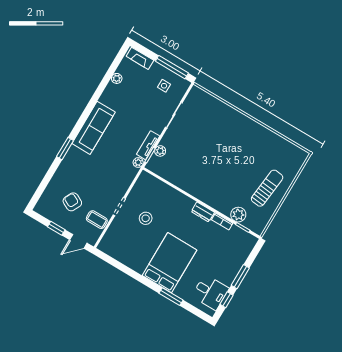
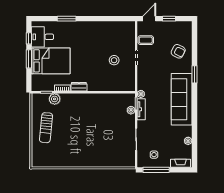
sofa: (94, 128) -> (182, 99), width x1.36, depth x1.27
armchair: (72, 202) -> (178, 51), moved
bed: (170, 263) -> (51, 61), moved, turned -90

